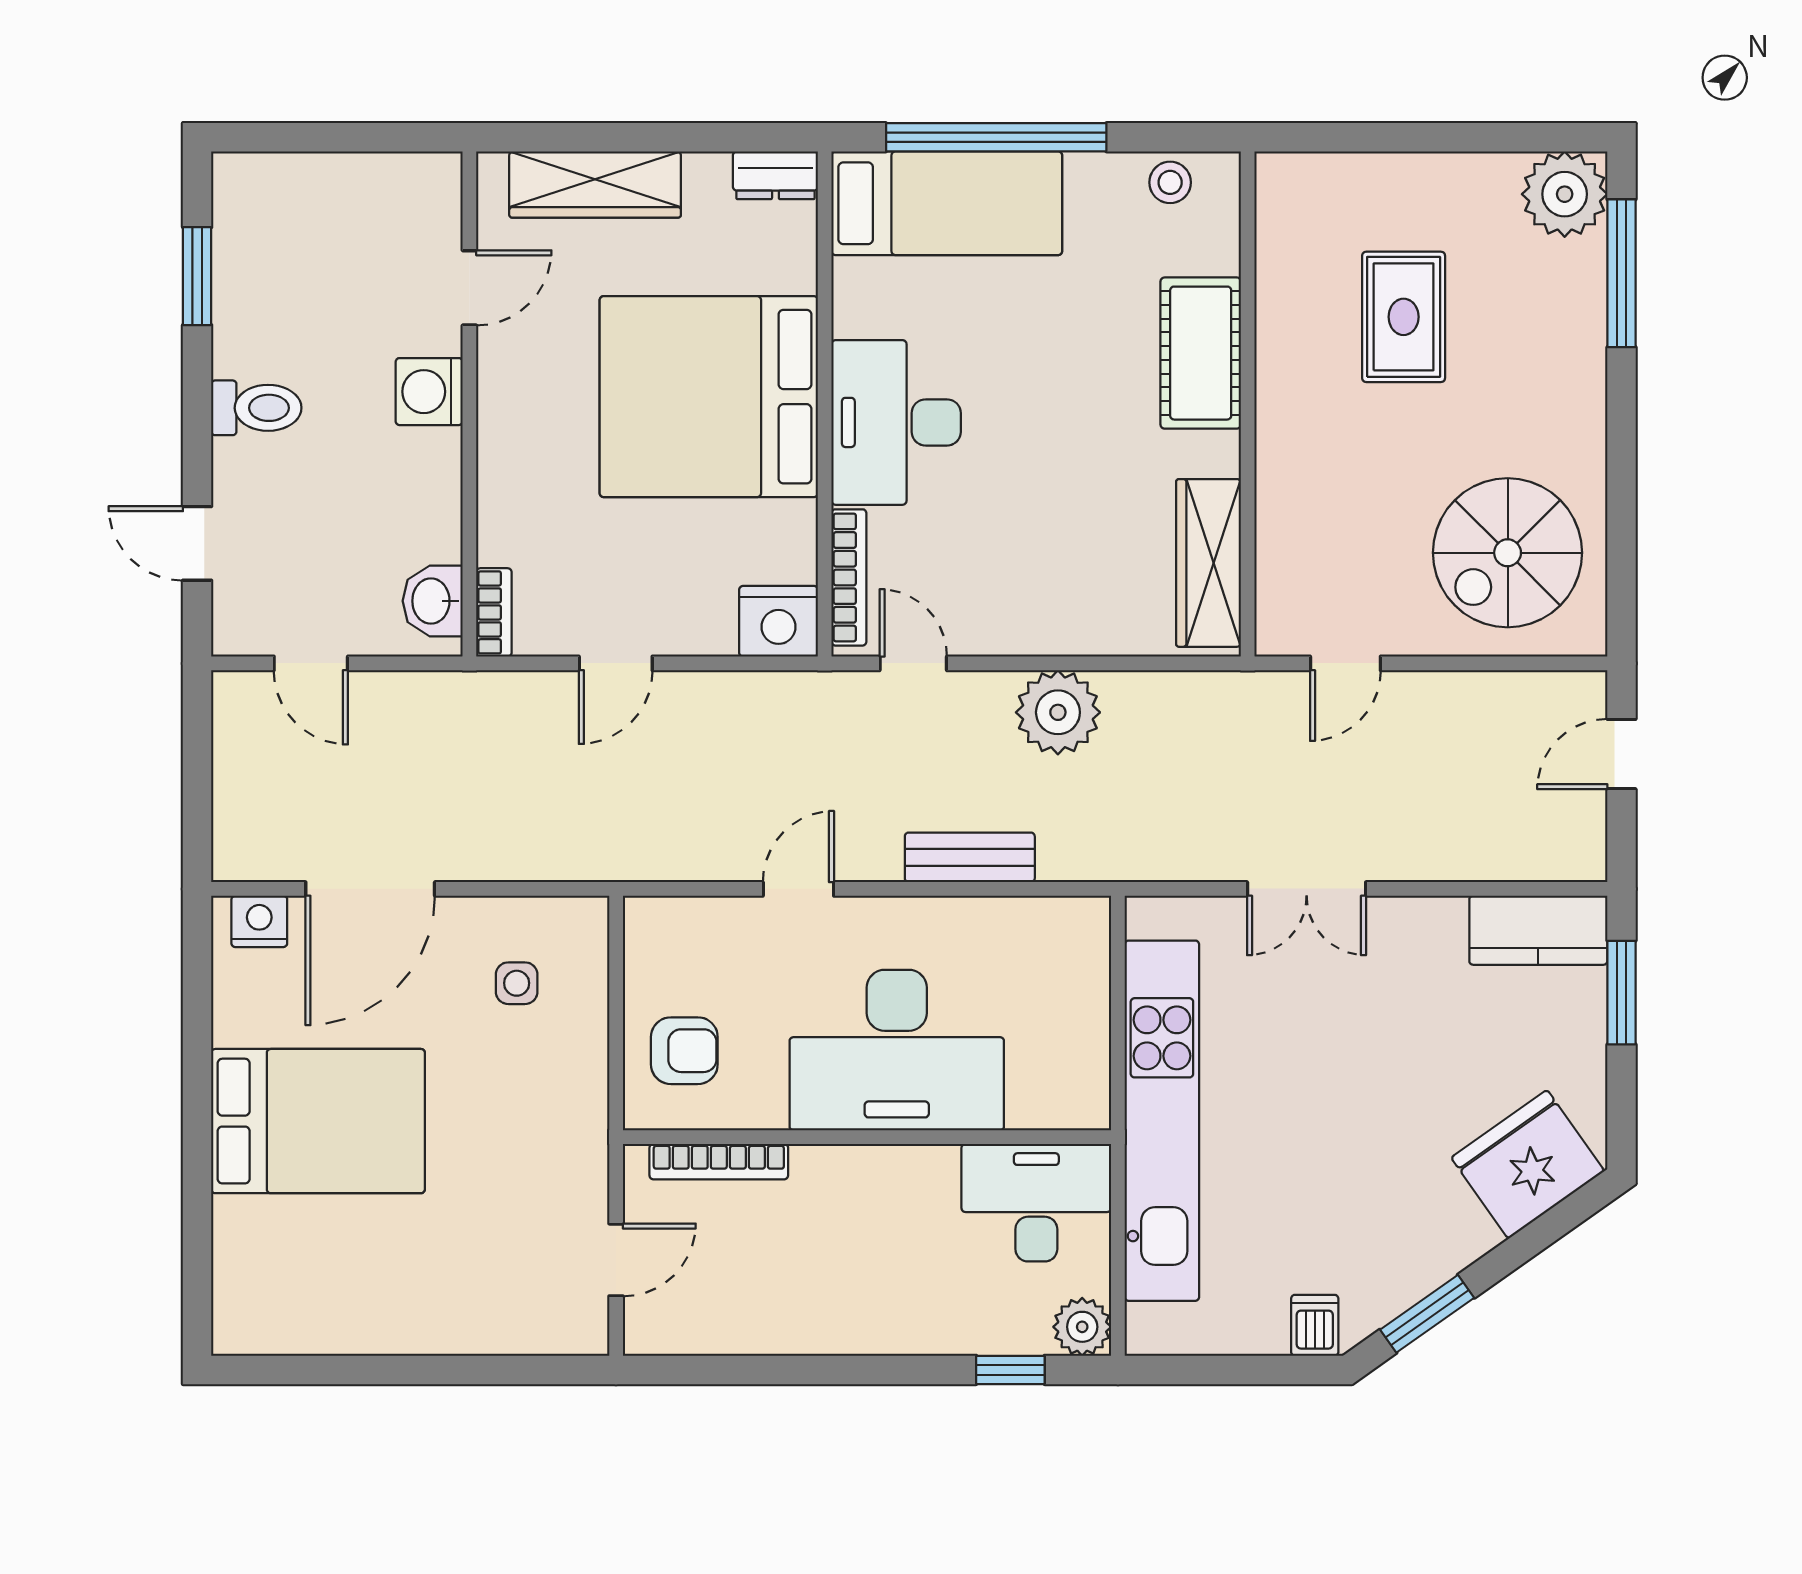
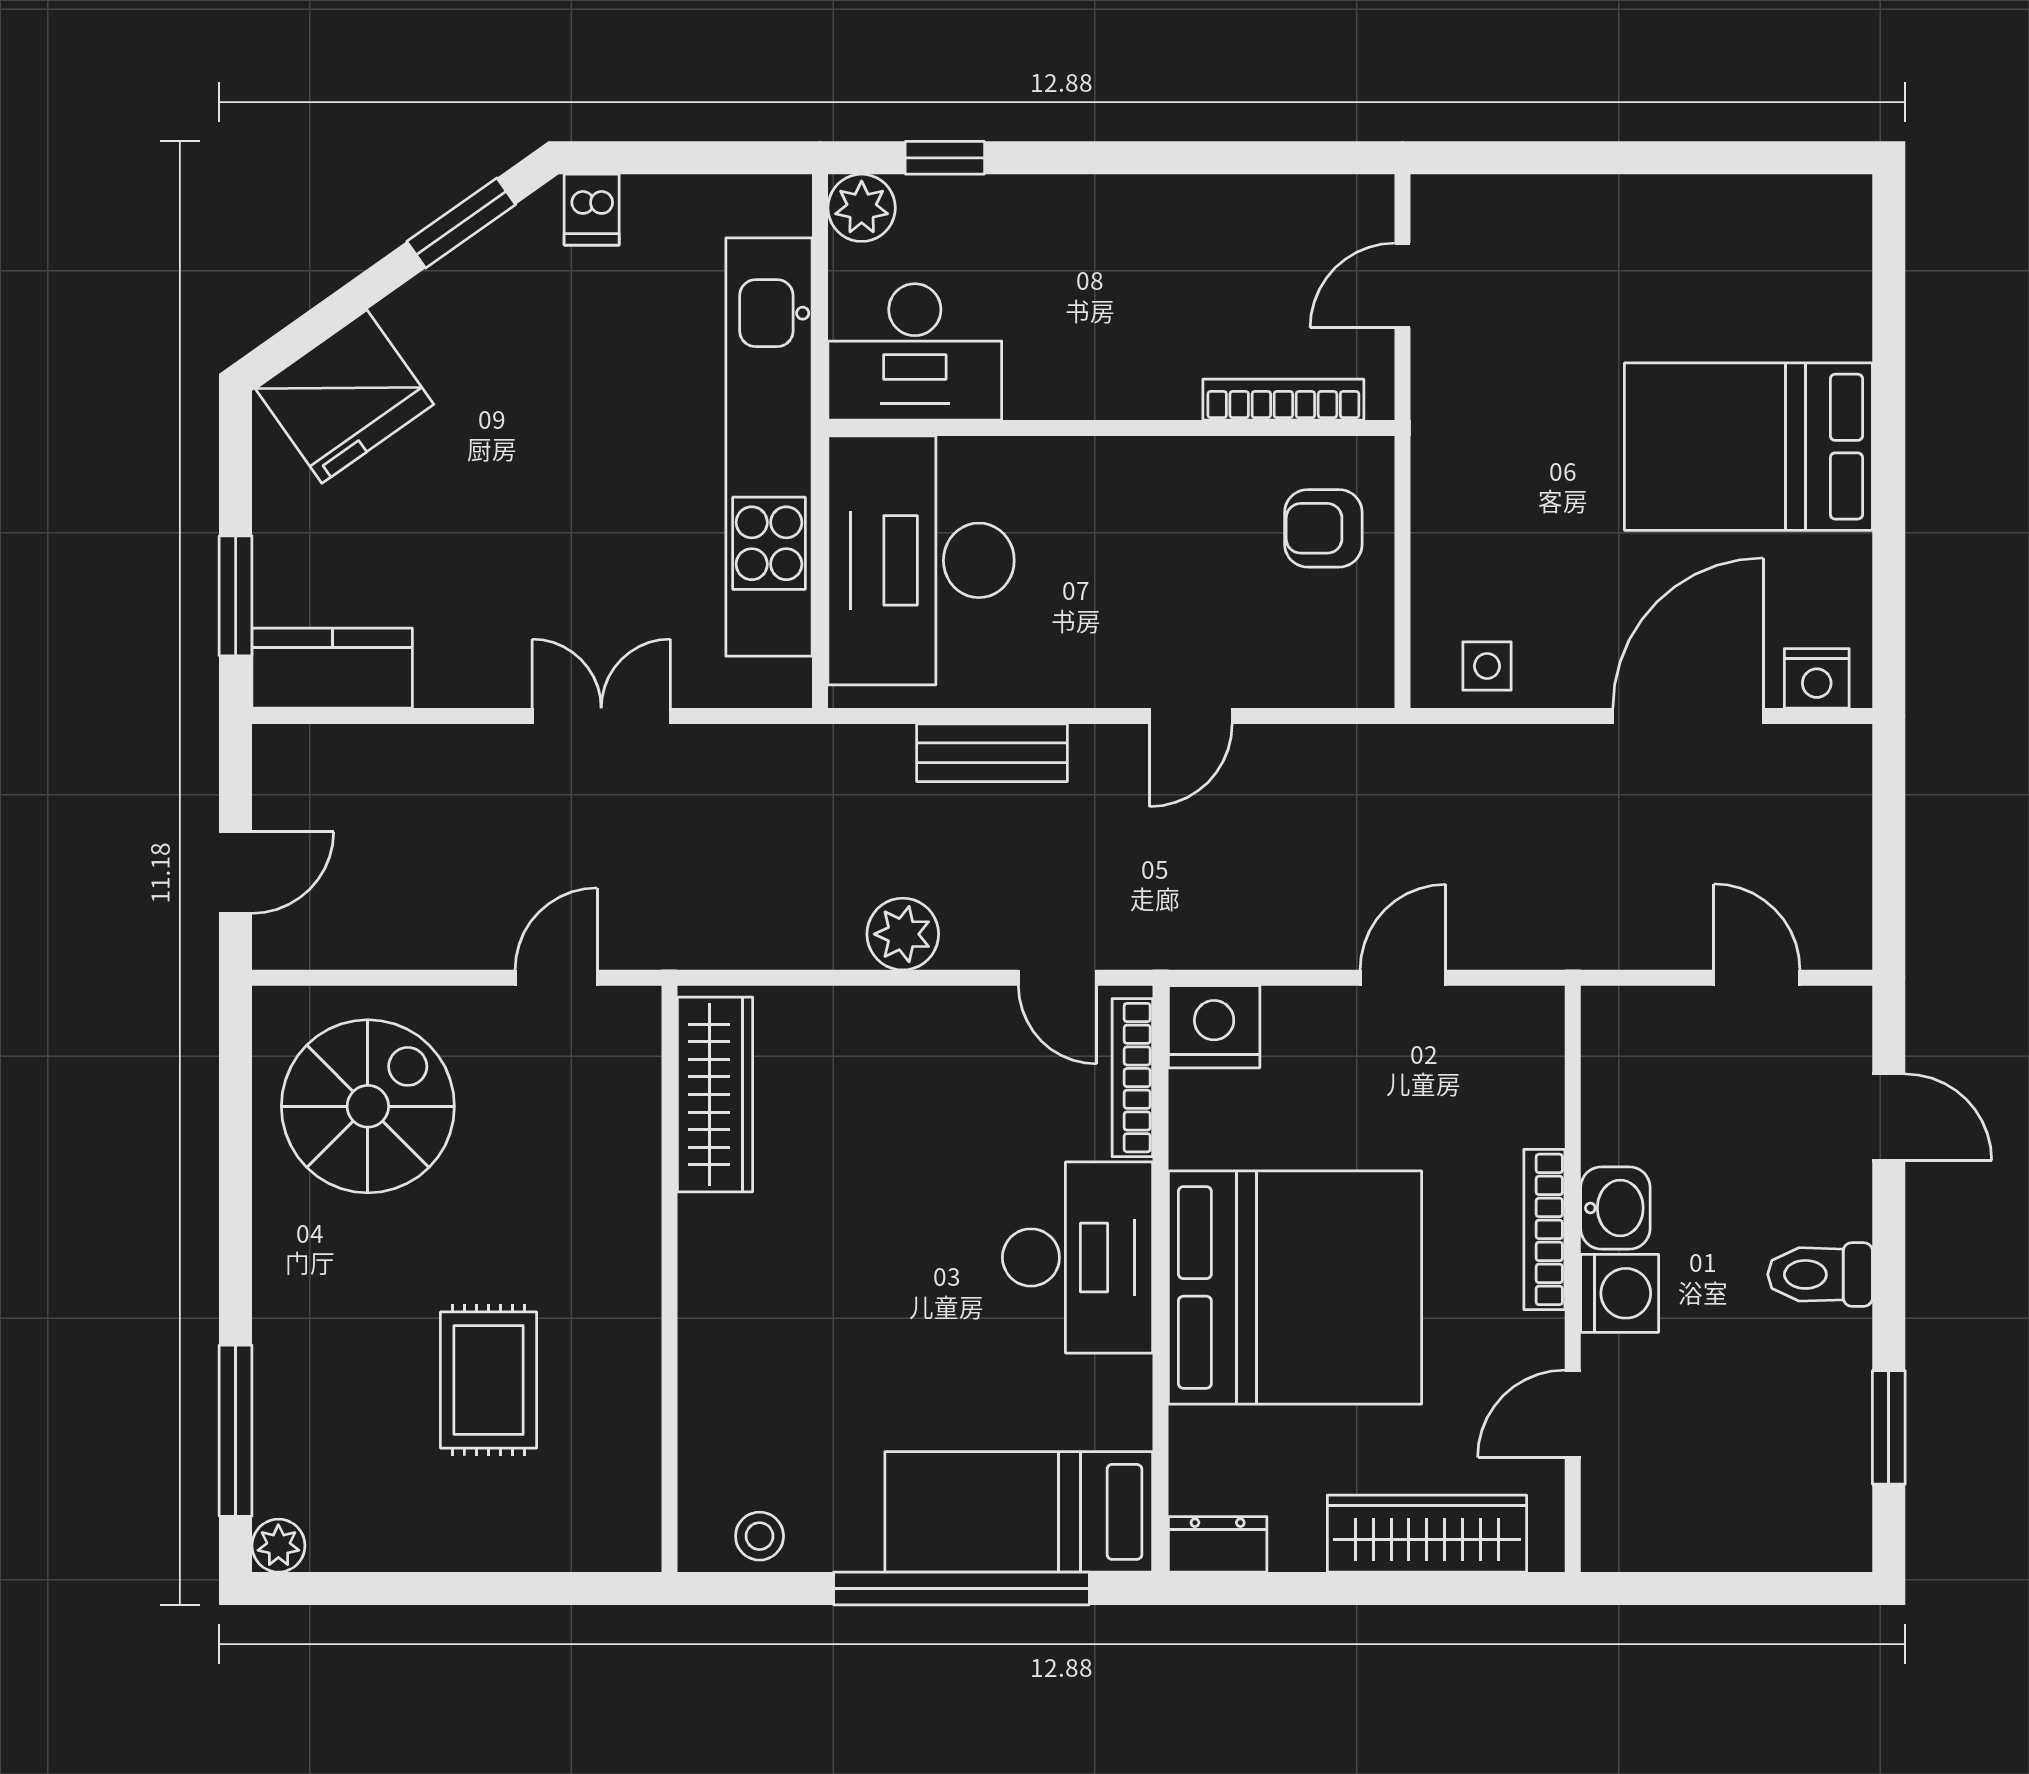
plant: (1565, 194) -> (278, 1546), width x0.53, depth x0.53
cot: (1201, 353) -> (724, 1338), removed
washbasin: (433, 601) -> (1615, 1208), moved
bookcase: (494, 612) -> (1544, 1229), moved, width x1.56
plant: (1058, 712) -> (903, 934), width x0.73, depth x0.73
side table: (517, 983) -> (1487, 666), moved
desk: (897, 1050) -> (921, 560), moved, turned -90

